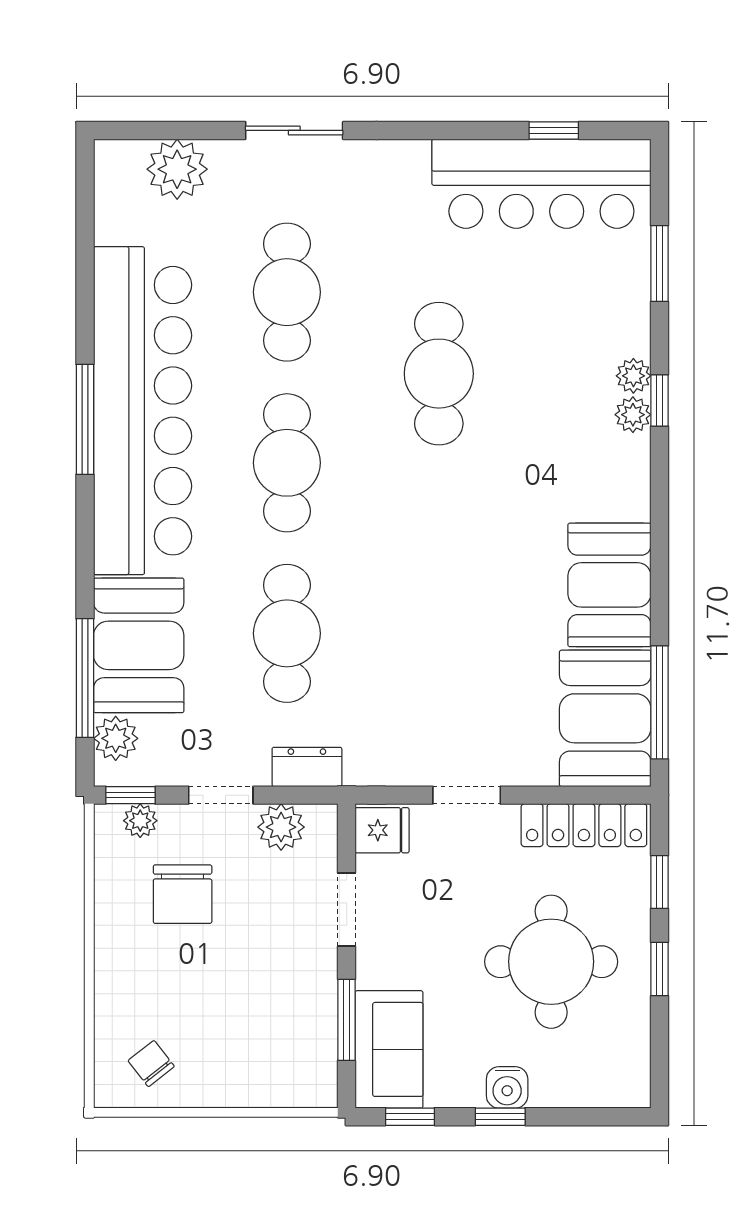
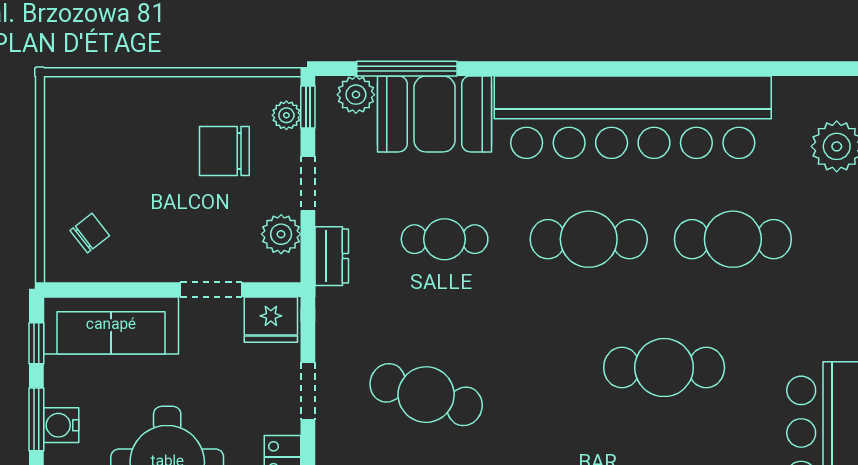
window: (85, 419) -> (625, 69), removed
cafe table: (287, 633) -> (445, 239), width x0.73, depth x0.74
cafe table: (471, 655) -> (426, 395), added
fridge: (382, 830) -> (271, 320), width x1.38
window: (347, 1020) -> (118, 290), removed
sofa: (389, 1049) -> (111, 325), width x1.36
chair: (151, 1064) -> (90, 233), moved
window: (500, 1117) -> (36, 419), width x1.50

